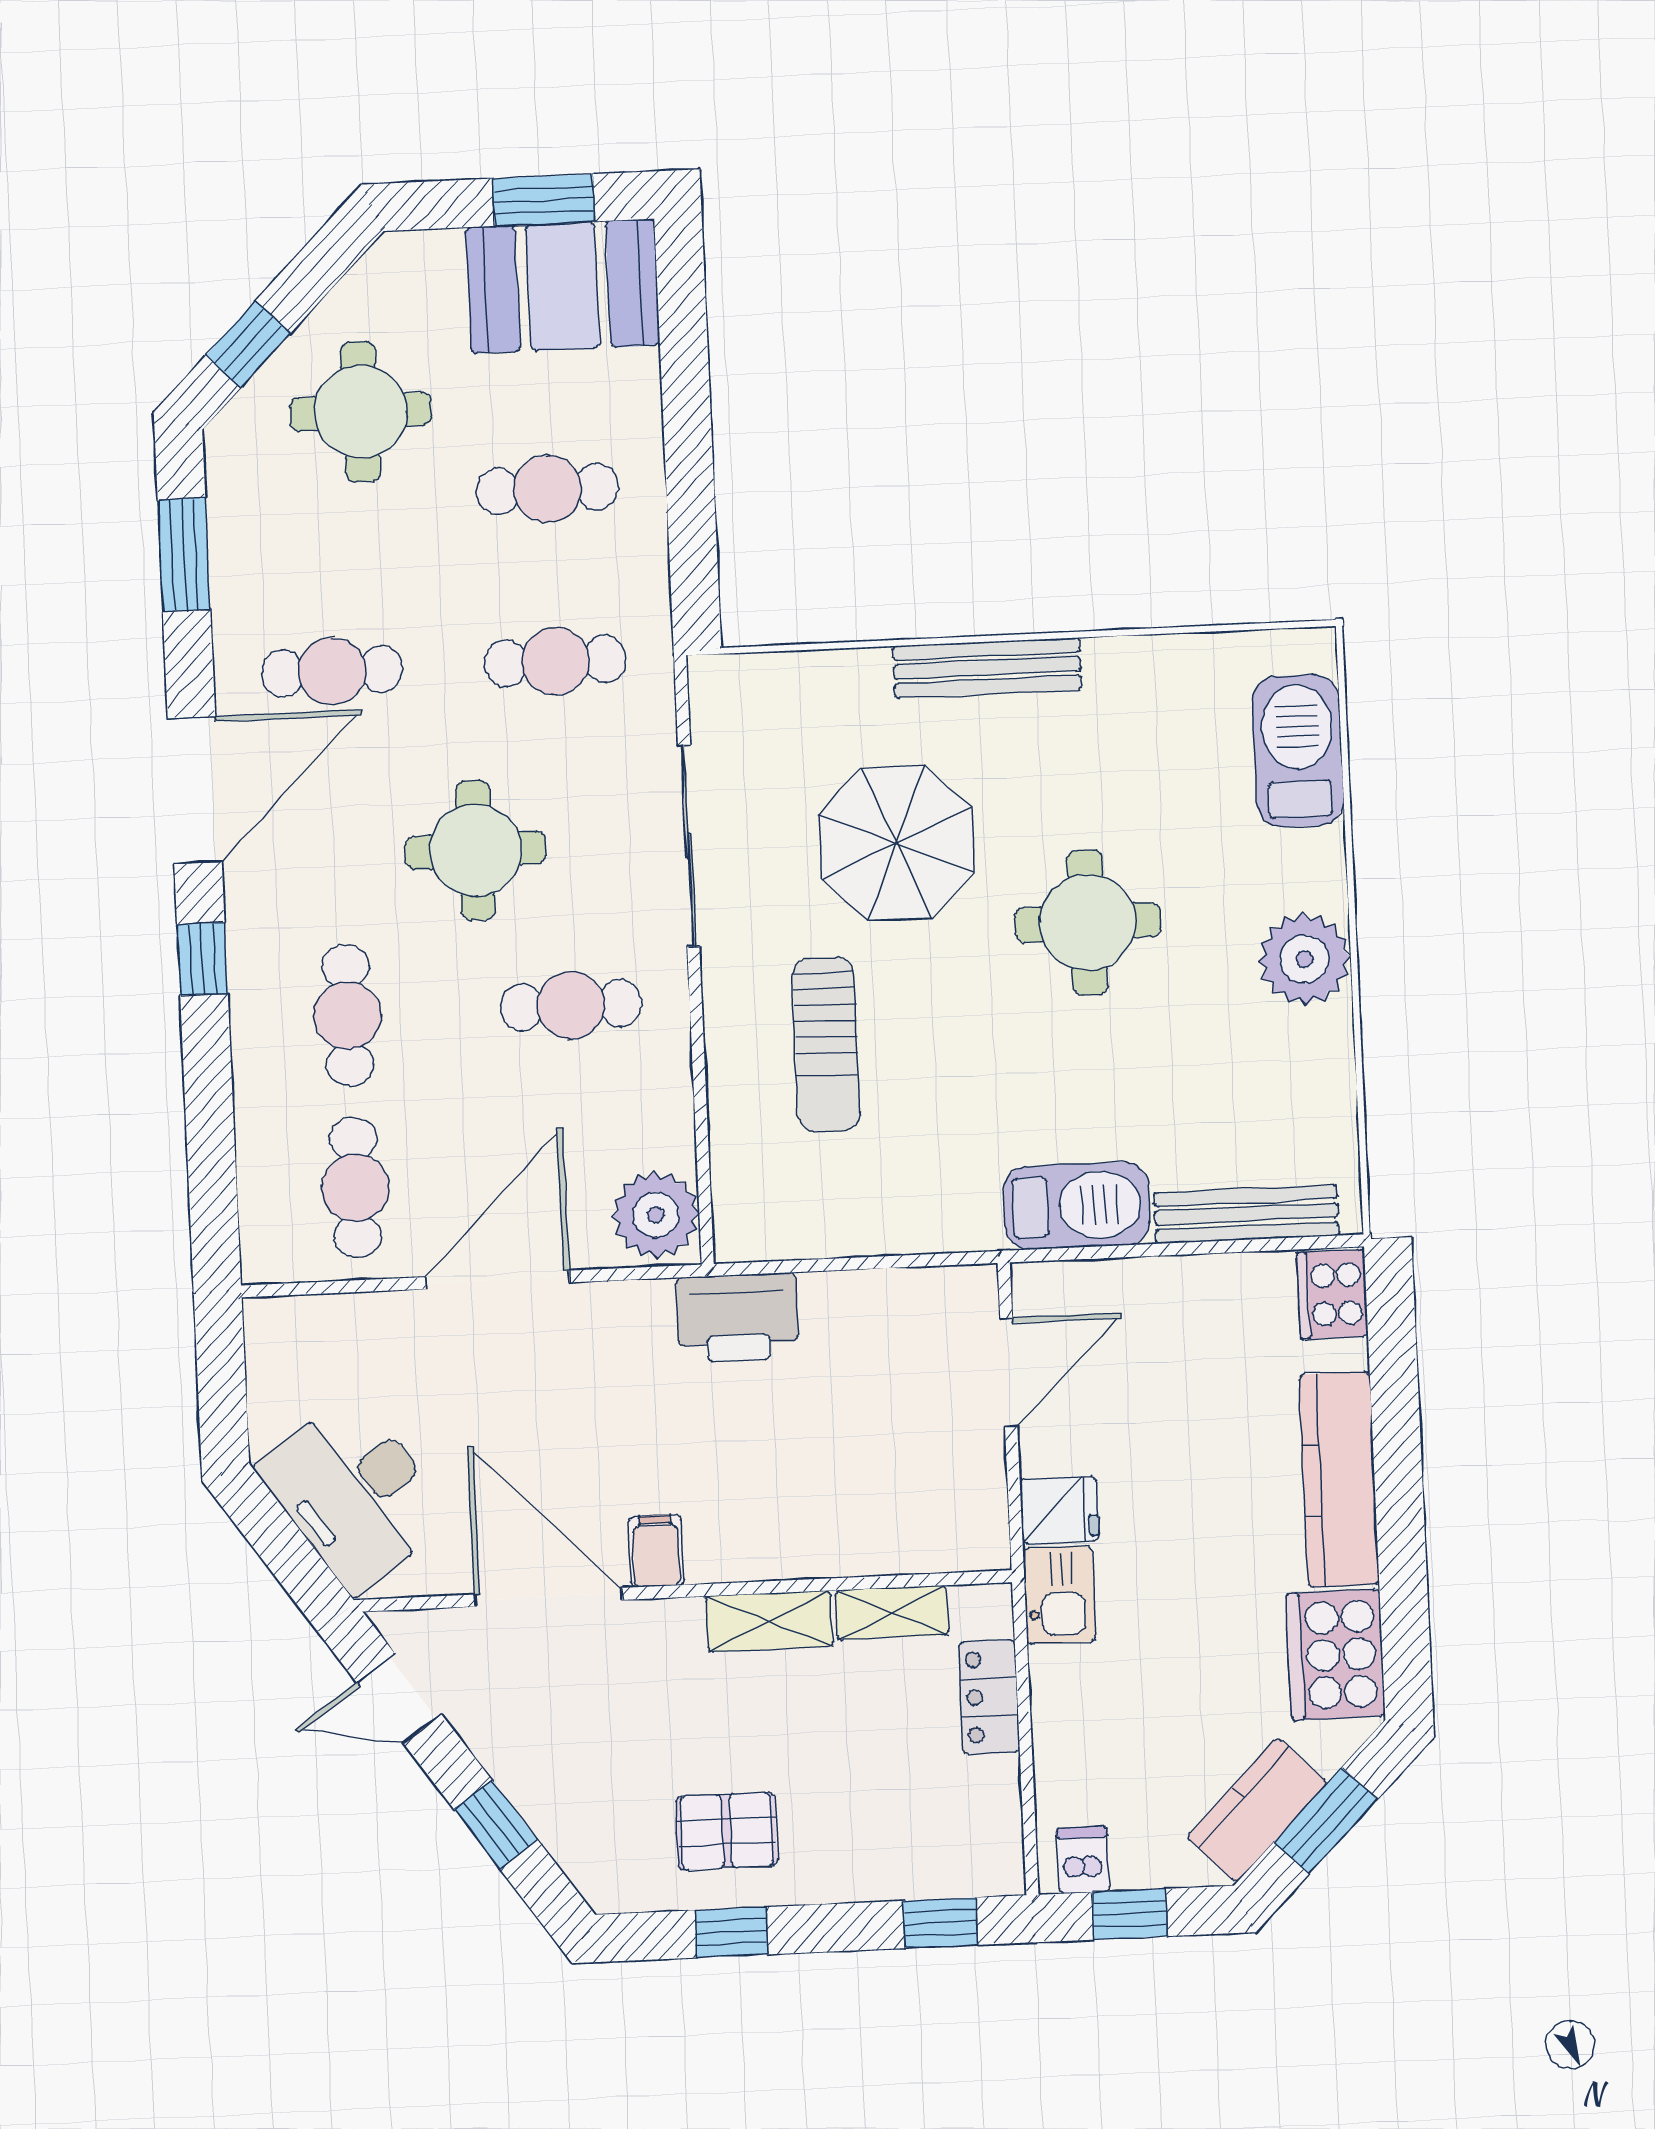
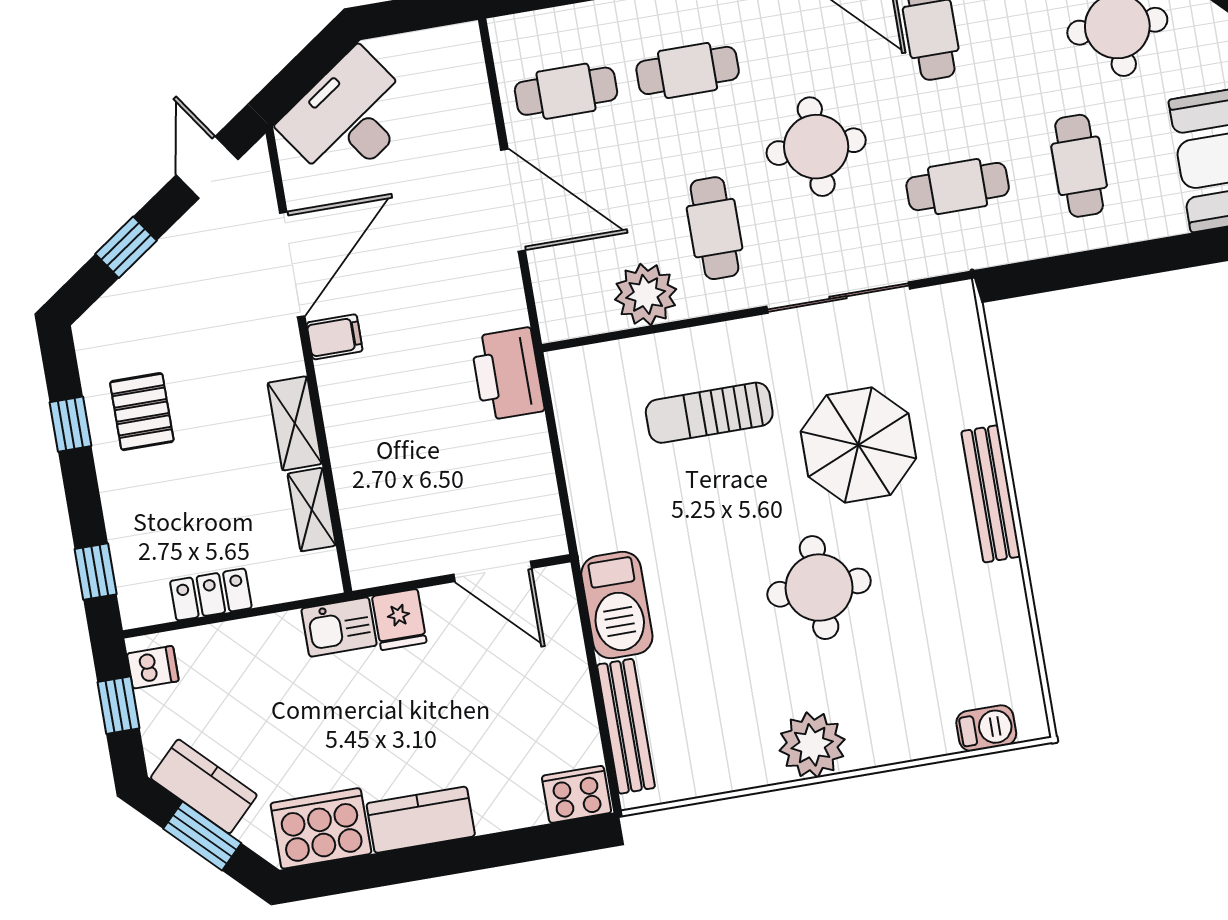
cafe table: (555, 661) -> (958, 187), turned 90
barbecue: (1298, 751) -> (986, 728), width x0.53, depth x0.65
plant: (656, 1215) -> (646, 294), moved
kitchen counter: (1339, 1479) -> (421, 820), width x0.67
locker: (989, 1697) -> (211, 595), moved

